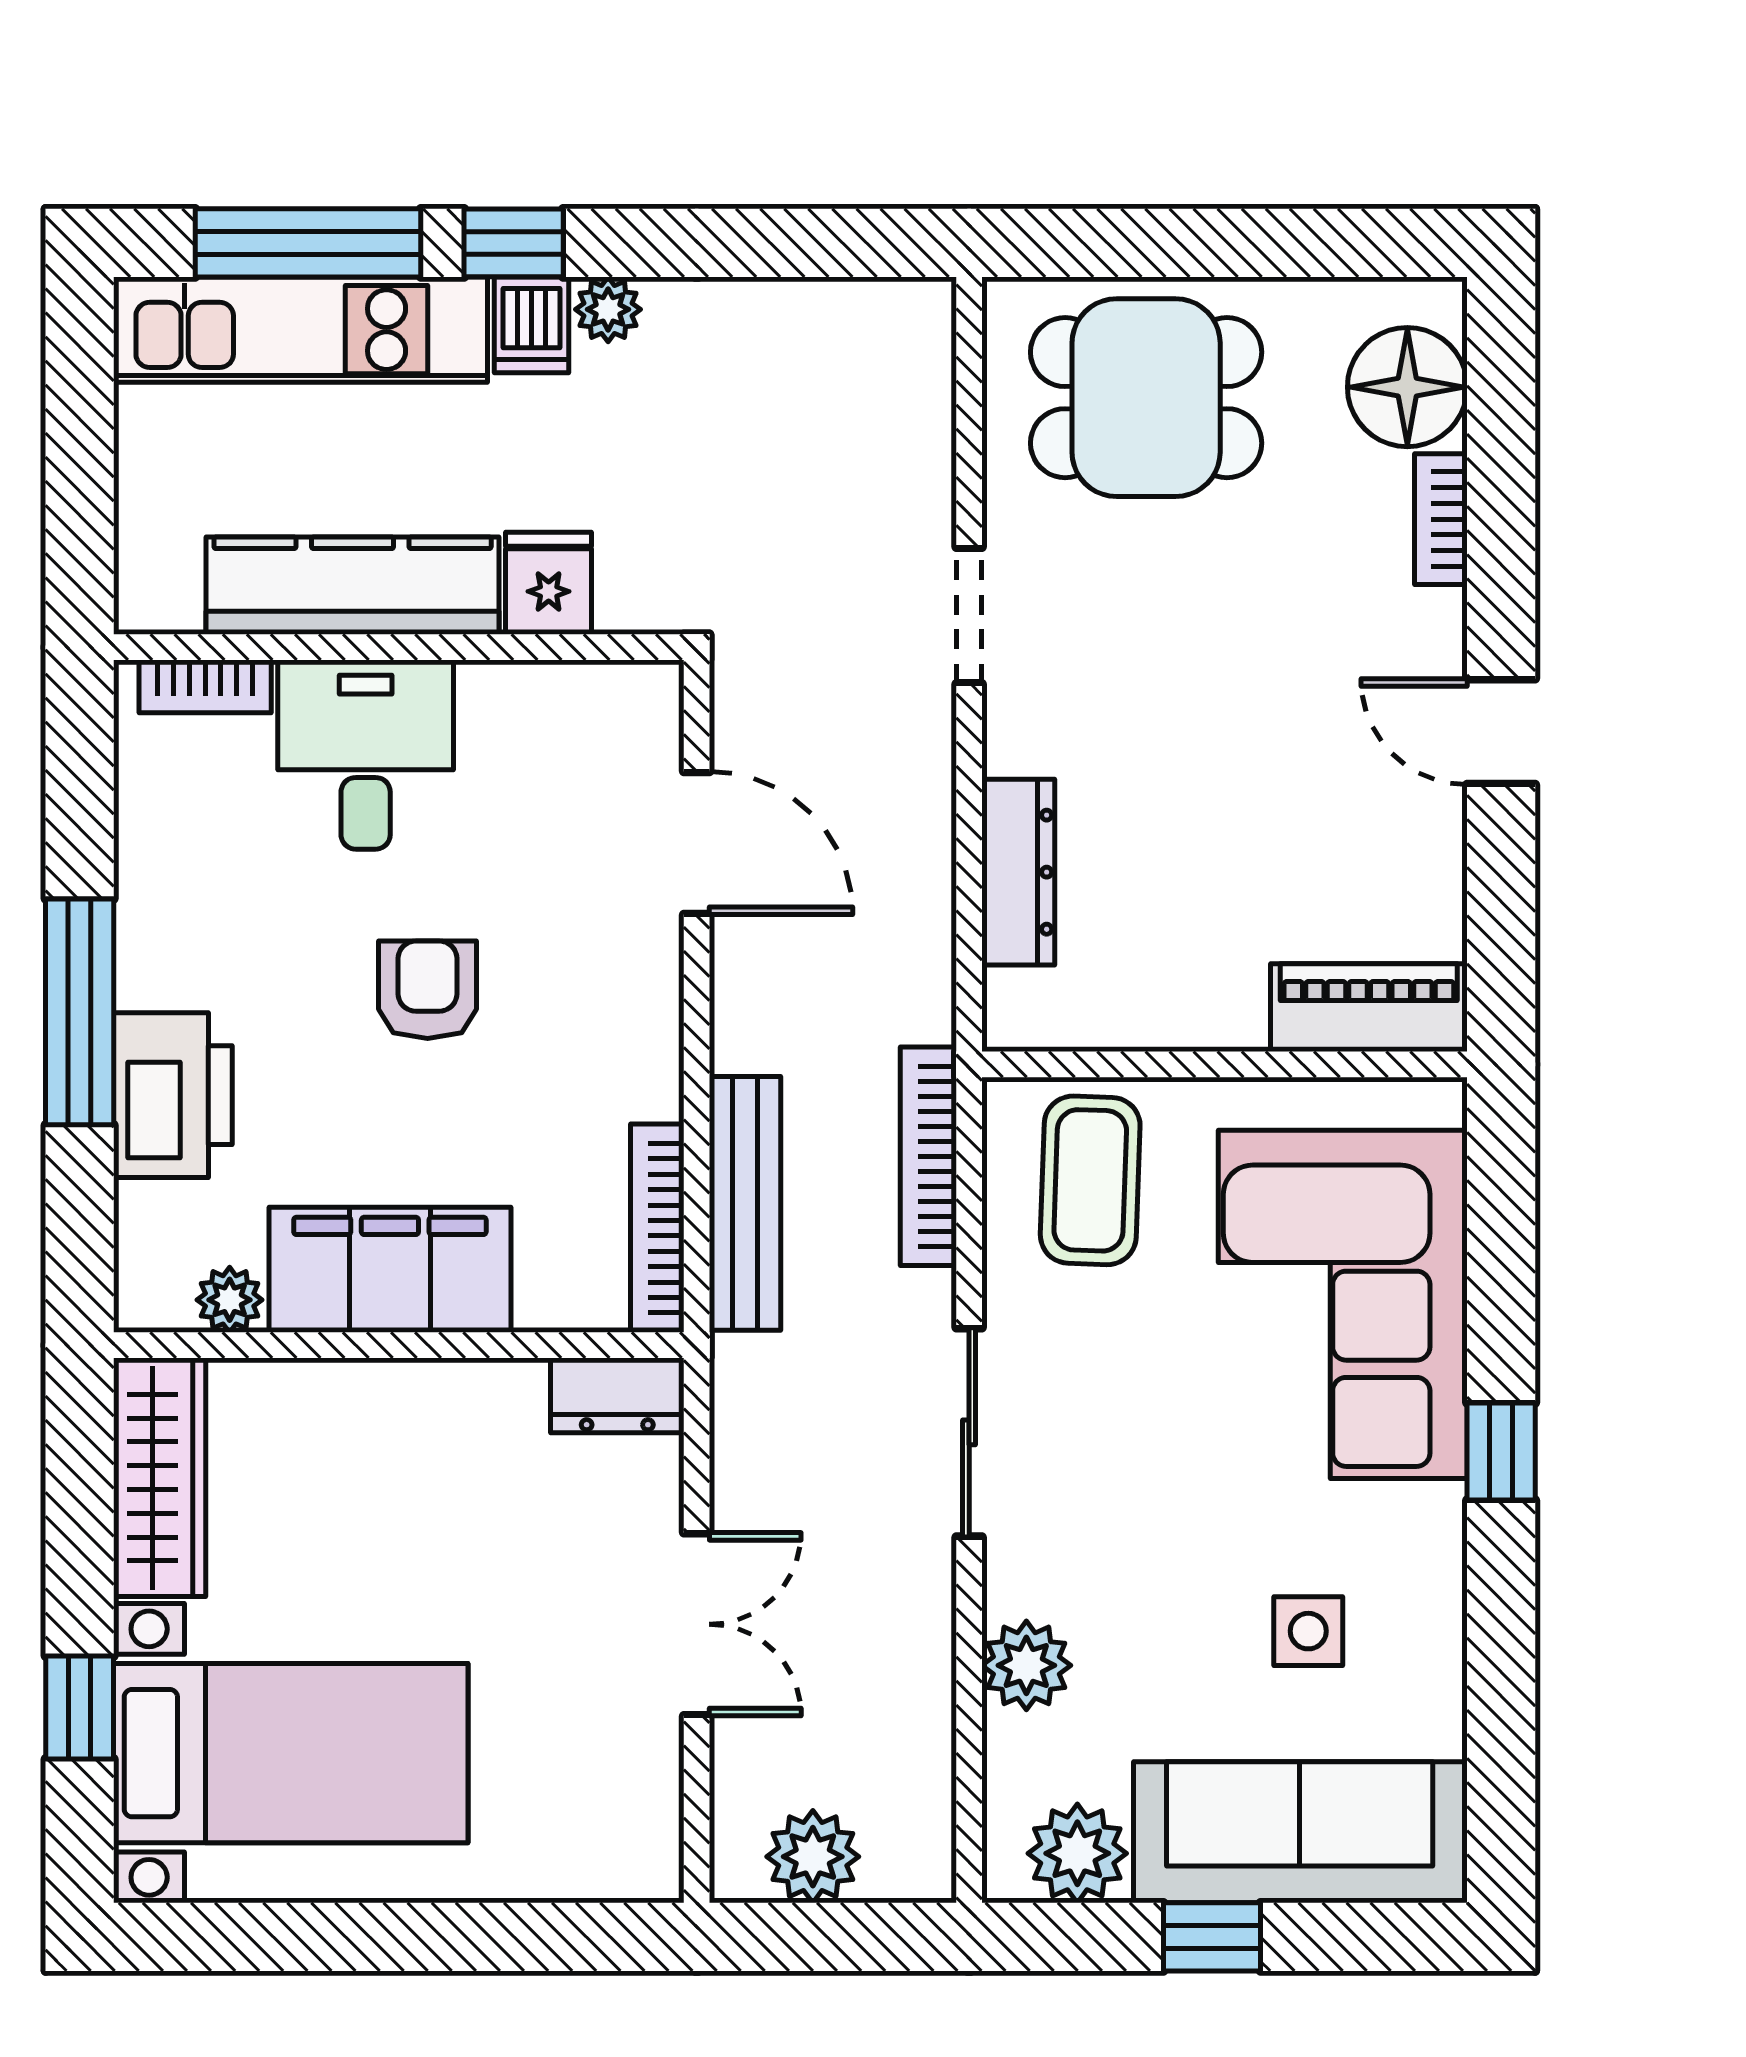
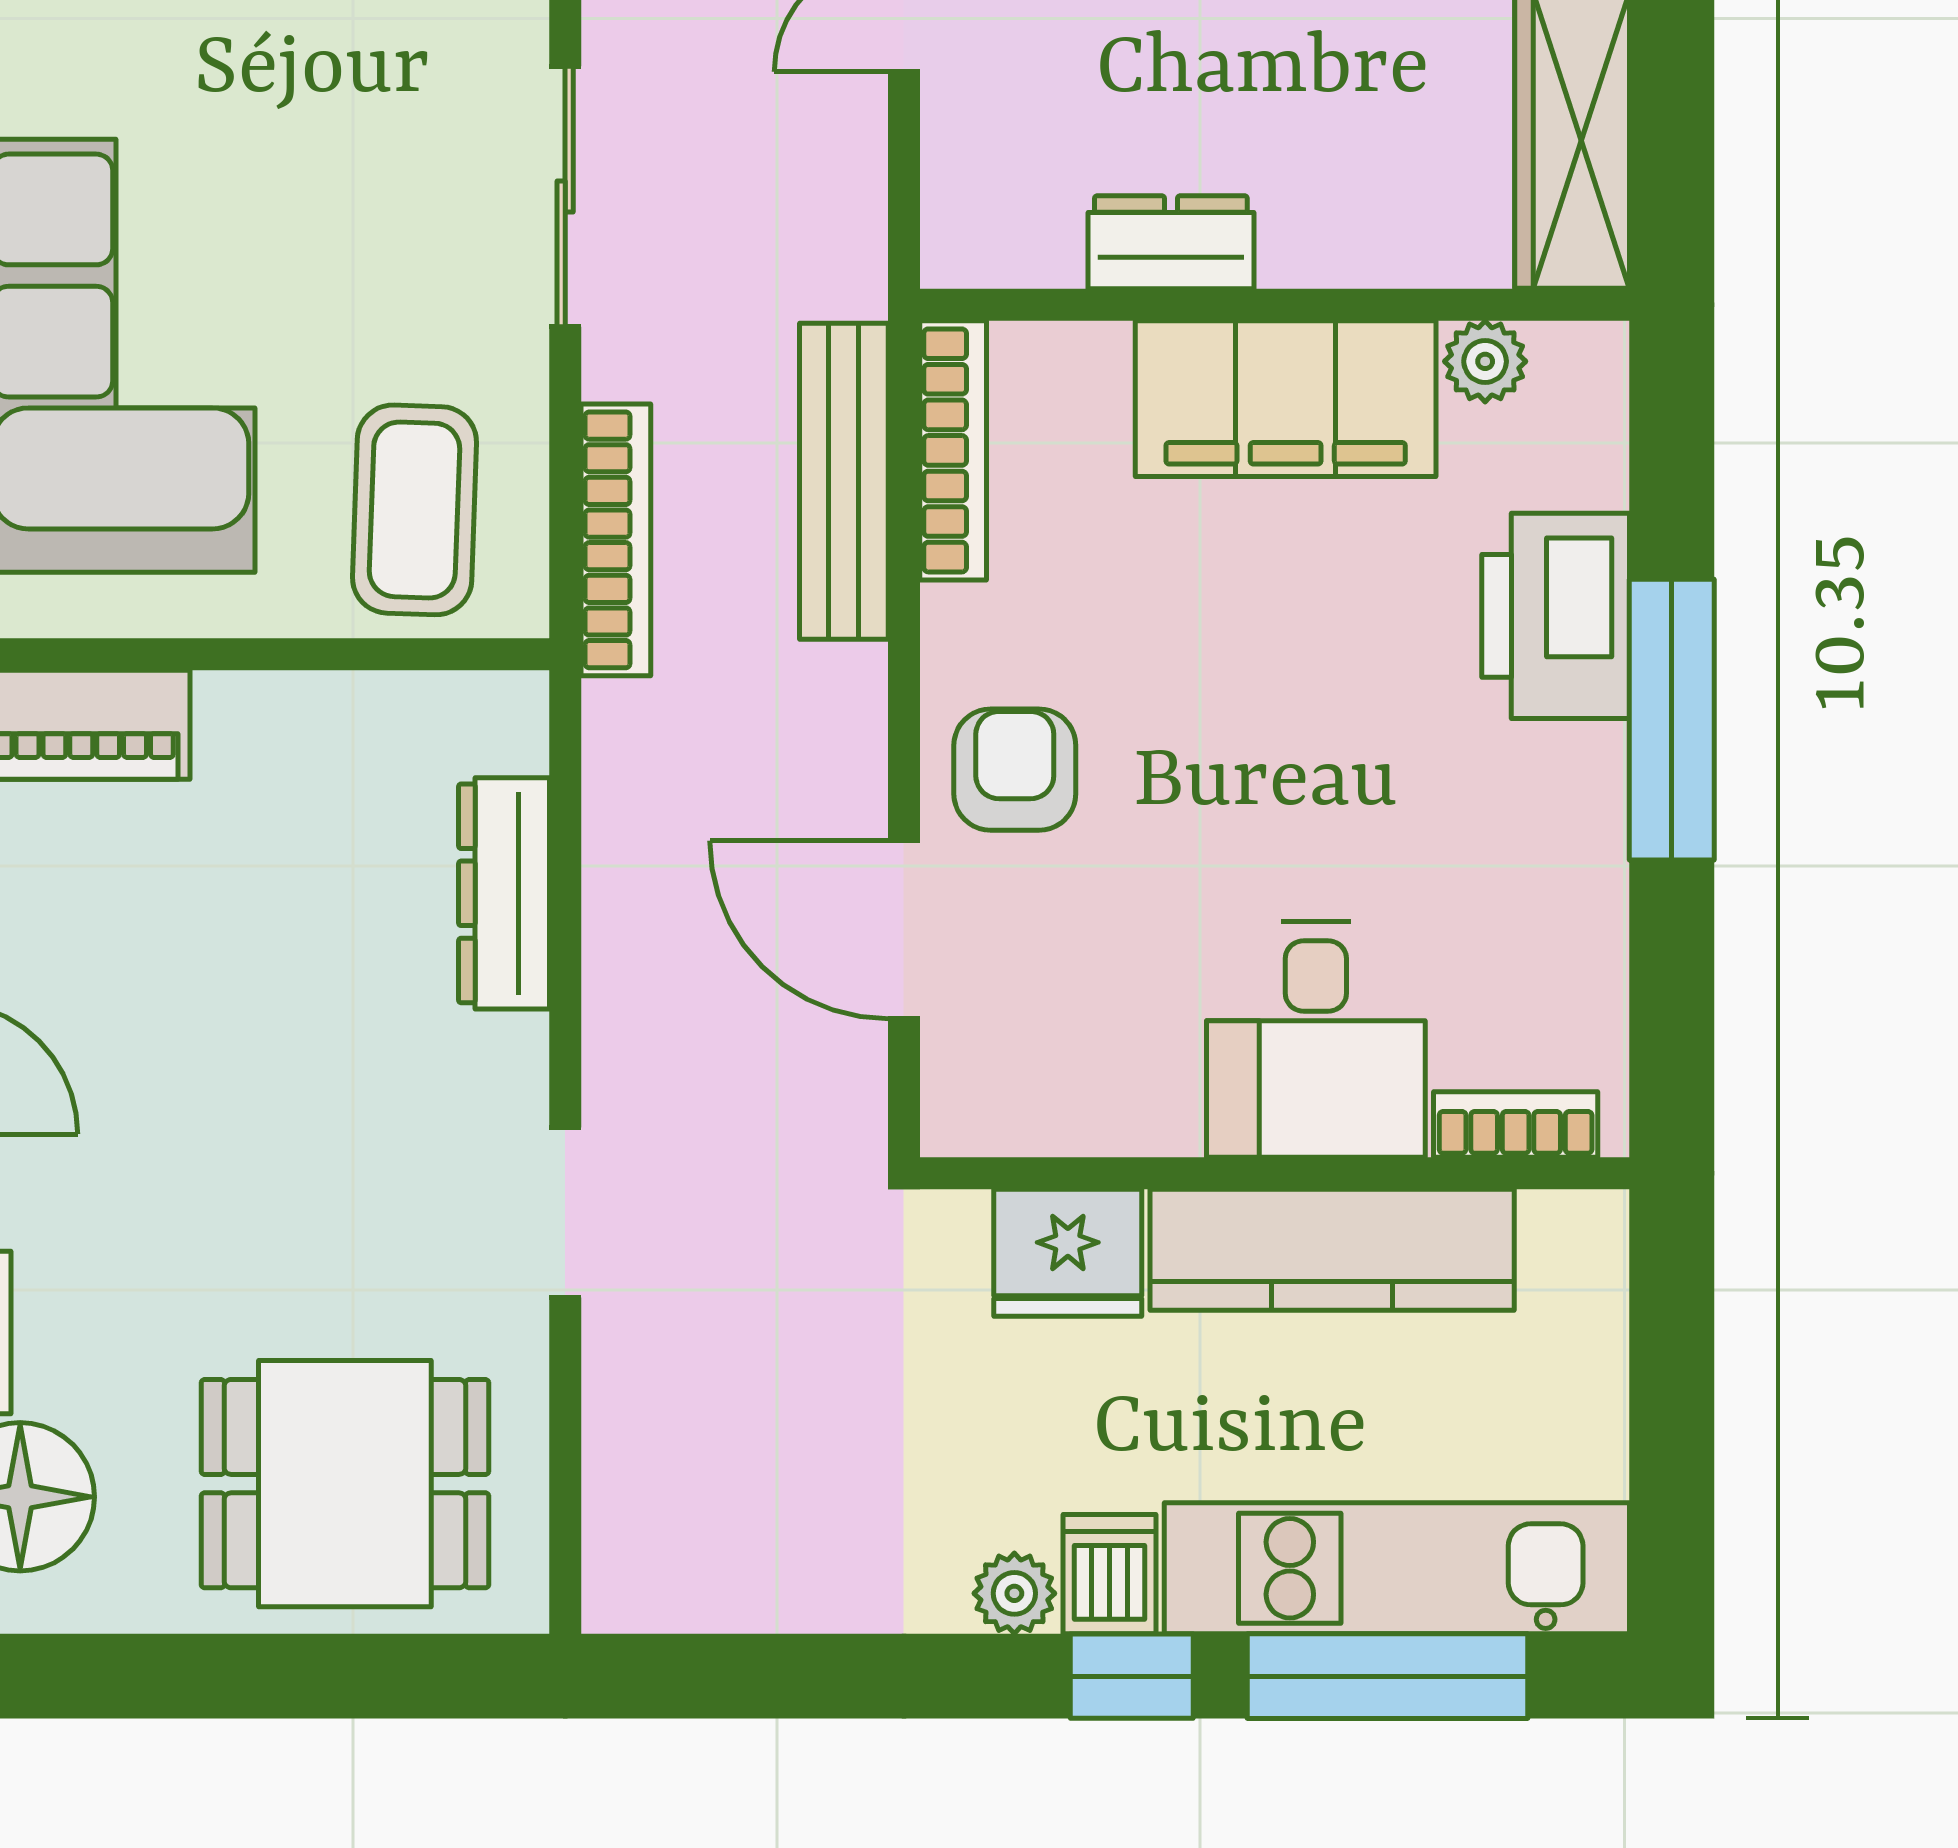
fridge: (549, 583) -> (1068, 1253), width x1.38
armchair: (428, 990) -> (1015, 770), moved, turned 180
dresser: (617, 1395) -> (1171, 242), moved

